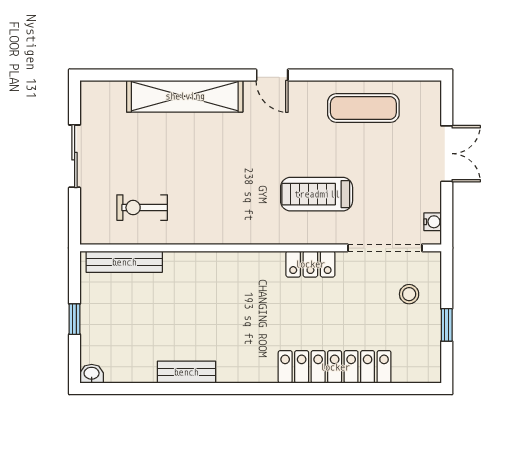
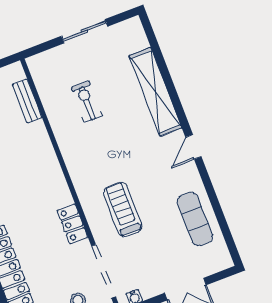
exercise bike: (142, 208) -> (87, 102), moved
bench: (124, 262) -> (27, 101), width x0.73

